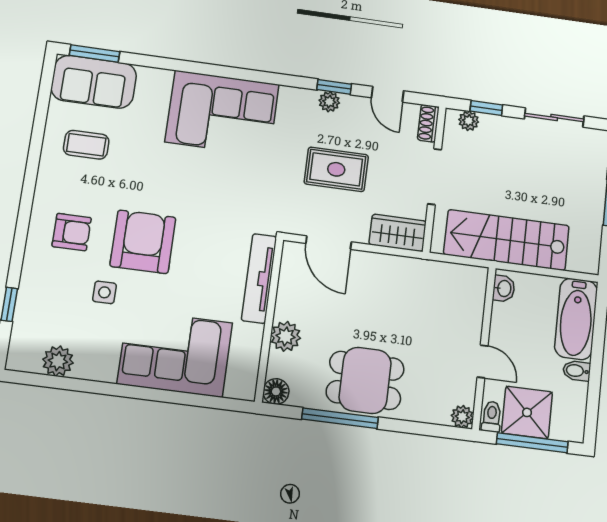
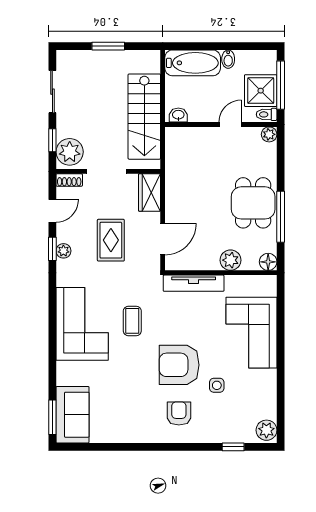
plant: (469, 121) -> (70, 152), width x1.88, depth x1.88
coffee table: (86, 145) -> (132, 321), moved
plant: (58, 361) -> (266, 430), moved

